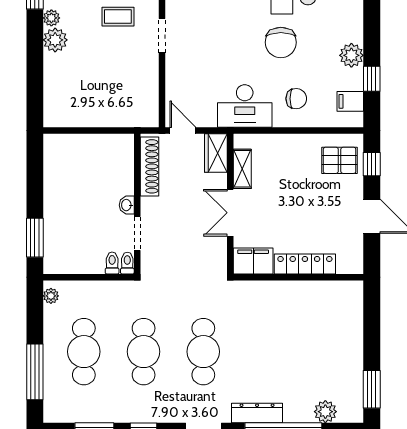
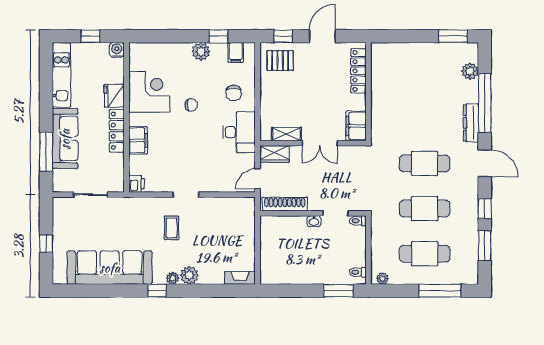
chair: (281, 42) -> (191, 105), width x0.54, depth x0.54
chair: (296, 99) -> (234, 93), turned 180
fireplace: (52, 107) -> (240, 278), added
pallet: (340, 160) -> (280, 61), turned 90
toilet: (112, 263) -> (358, 272), moved
locker: (305, 264) -> (358, 71), moved

